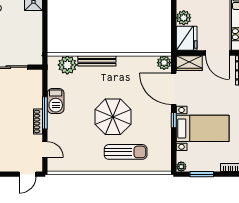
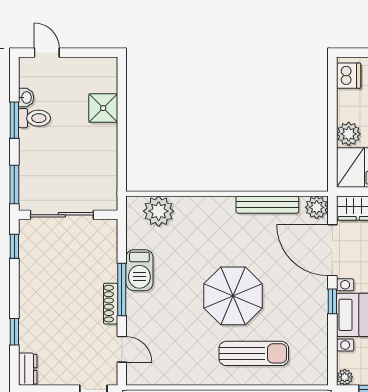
bench: (97, 61) -> (267, 205), moved

